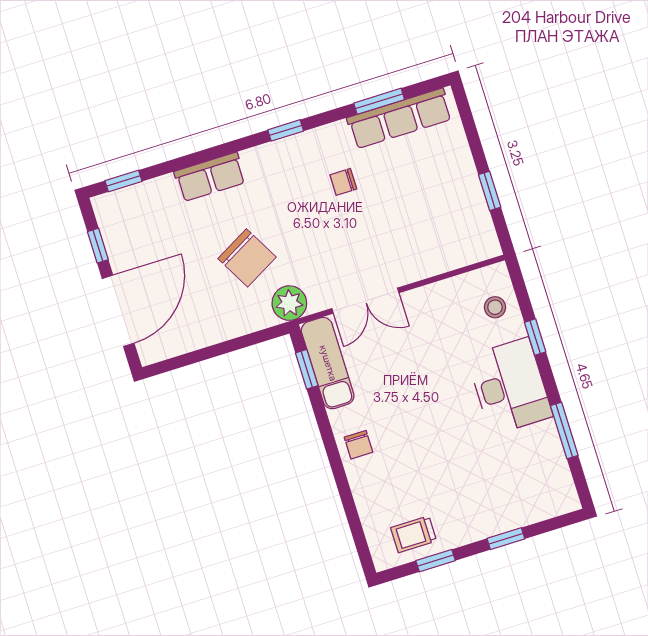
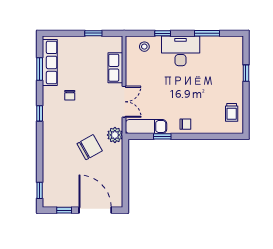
row of seats: (210, 177) -> (115, 68), moved, turned 180
window: (307, 369) -> (162, 136), moved
window: (436, 561) -> (246, 106), removed

